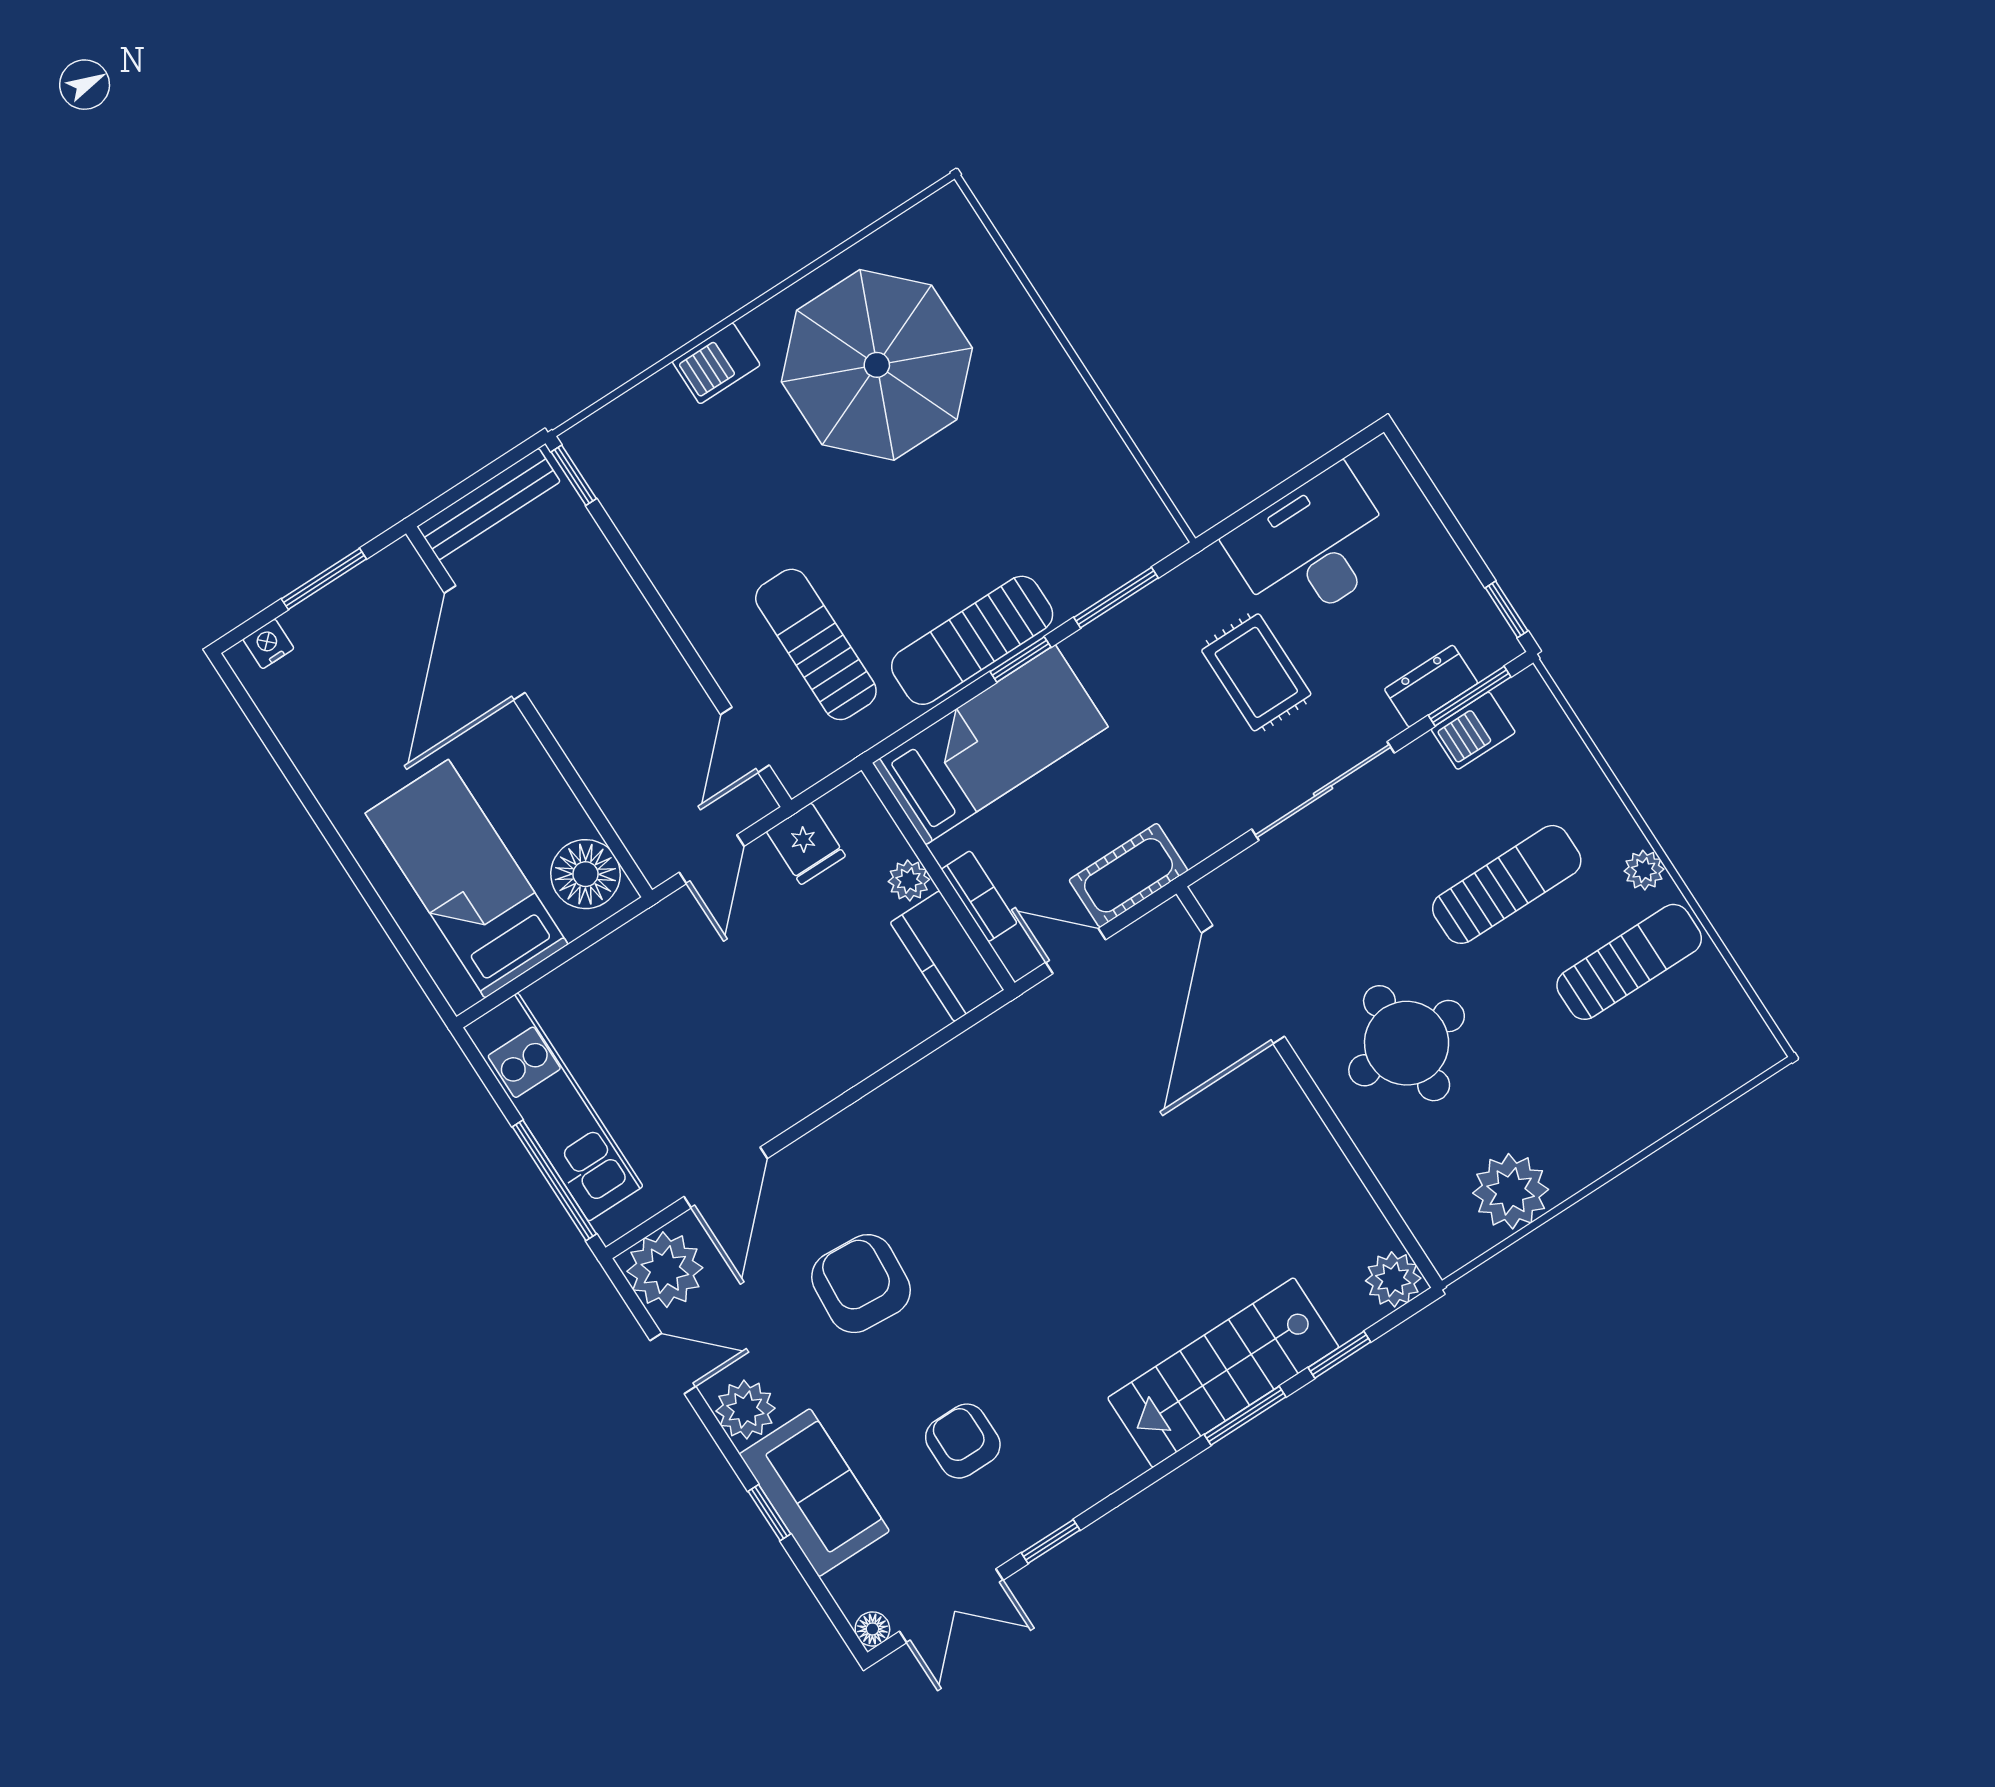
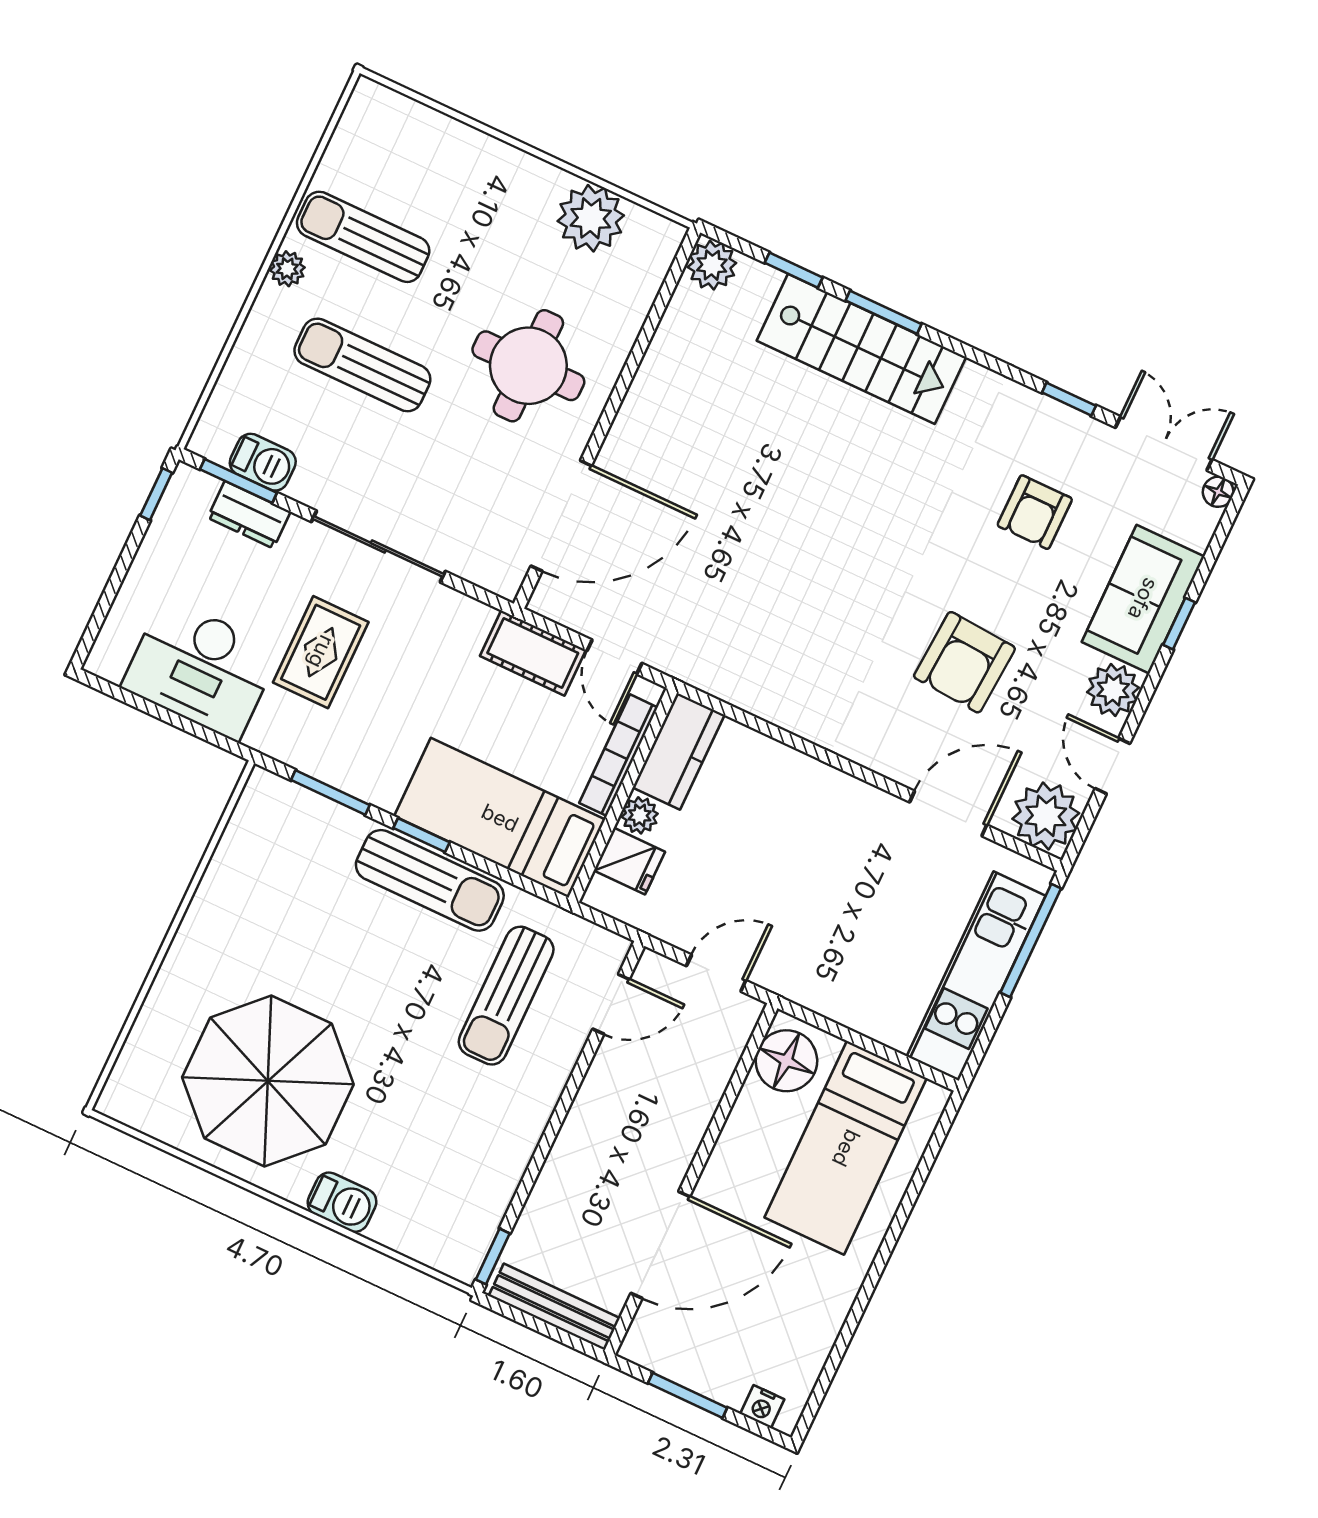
fridge: (806, 844) -> (629, 861), moved, turned 90
bookcase: (979, 896) -> (618, 755), width x1.56

